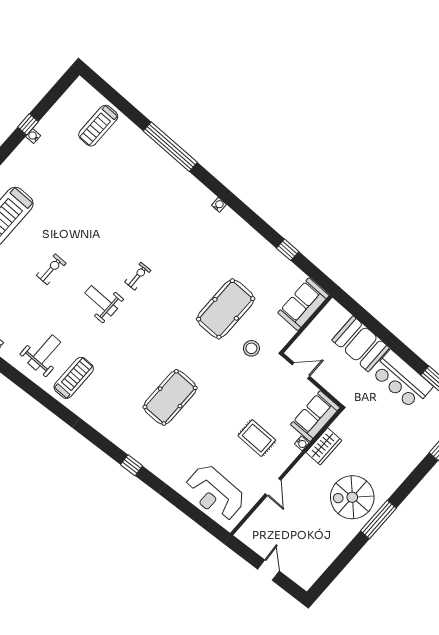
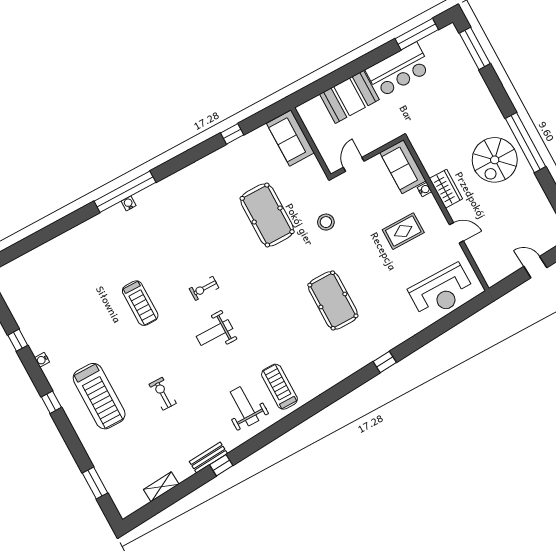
treadmill: (98, 126) -> (140, 303), moved
water cooler: (33, 136) -> (42, 360), moved
window: (170, 147) -> (125, 192), moved
water cooler: (219, 205) -> (129, 203), moved
exercise bike: (51, 269) -> (163, 394), moved
exercise bike: (138, 276) -> (204, 288), turned -88
stool: (251, 348) -> (326, 222), moved
wardrobe: (324, 446) -> (446, 189), moved
window: (378, 519) -> (526, 143), width x1.46

